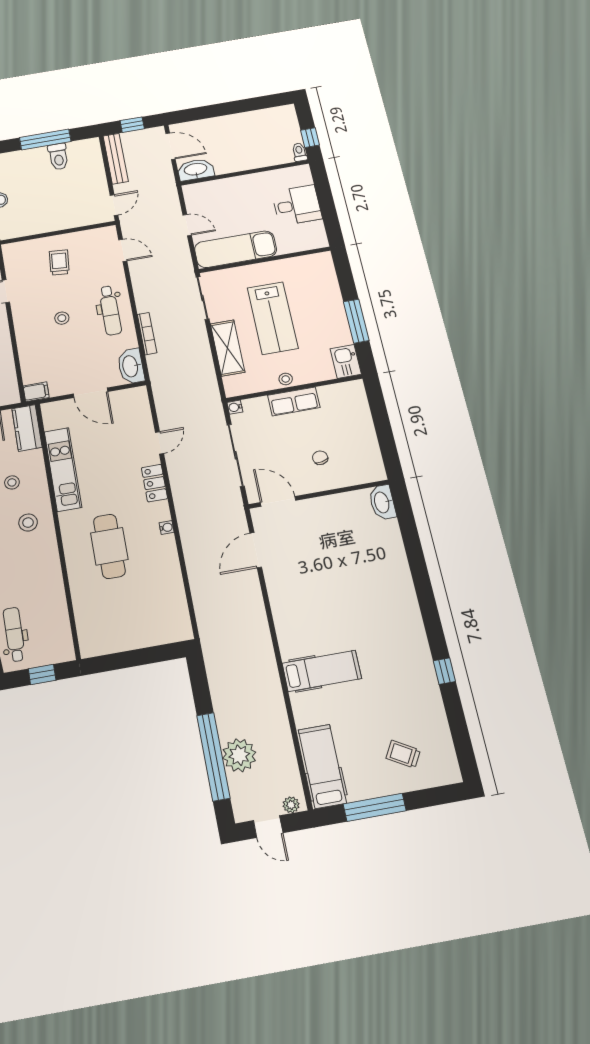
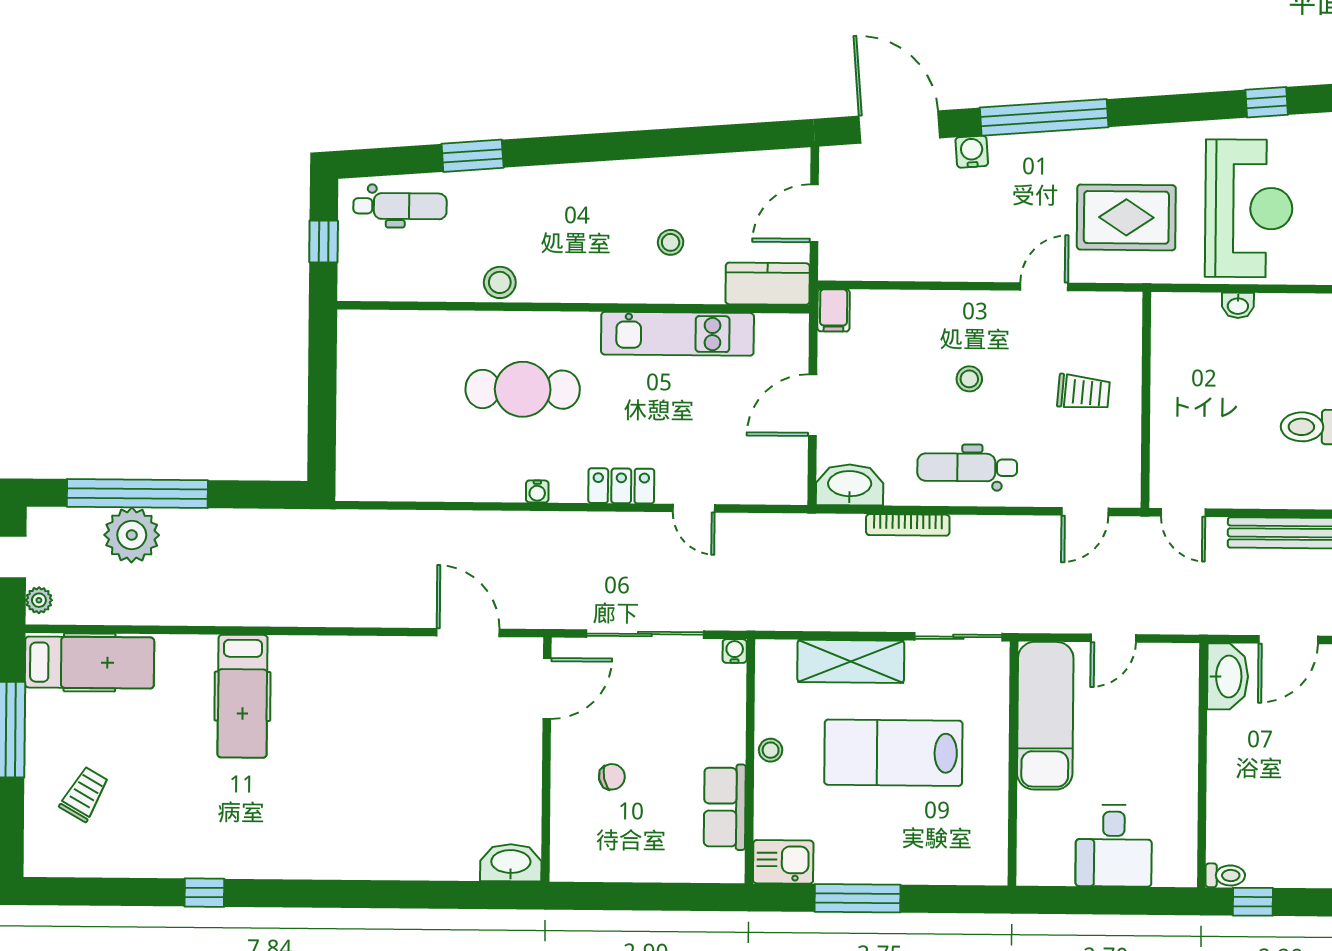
row of seats: (294, 401) -> (725, 807), moved
stool: (28, 523) -> (500, 282), moved

